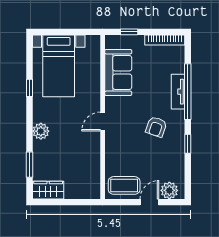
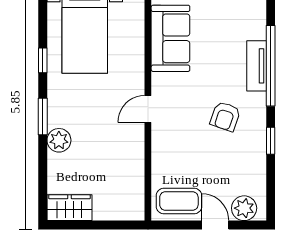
plant: (41, 131) -> (59, 140), moved
window: (30, 165) -> (43, 116), moved
door: (149, 202) -> (215, 225), hinge flipped

